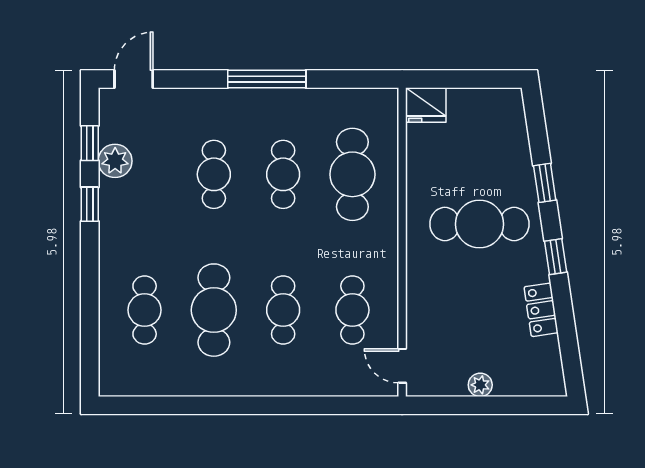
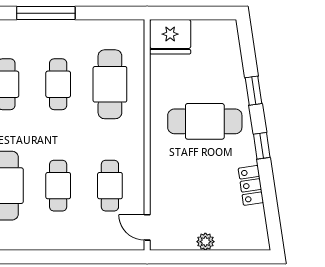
fridge: (426, 105) -> (170, 37), width x1.36, depth x1.34

